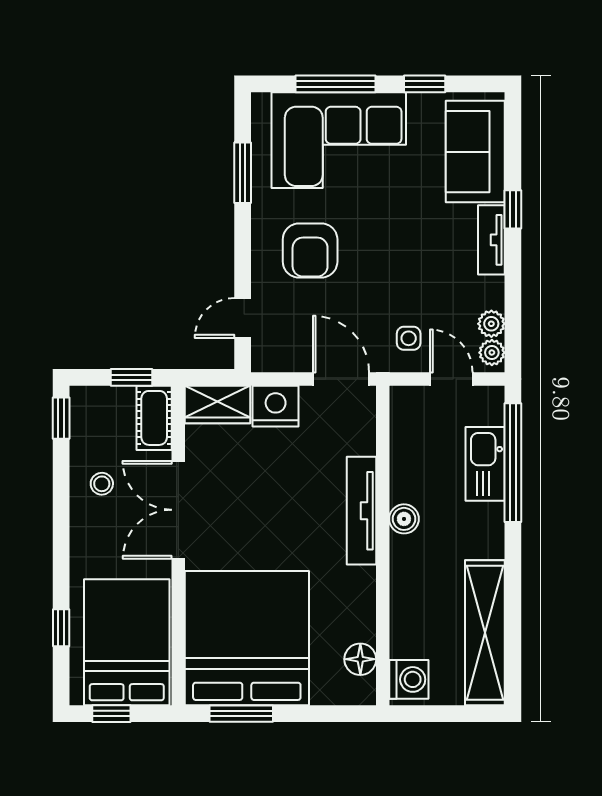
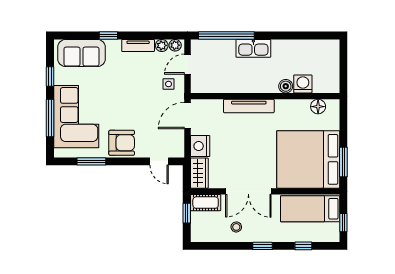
tv unit: (491, 240) -> (138, 45), moved
armchair: (310, 251) -> (122, 143), moved
window: (61, 418) -> (263, 246), moved
kitchen sink: (485, 464) -> (253, 48), moved
boiler: (404, 519) -> (286, 86), moved
shelving: (485, 633) -> (306, 48), removed
bed: (127, 642) -> (310, 209), width x0.67
washing machine: (409, 679) -> (303, 84), moved

